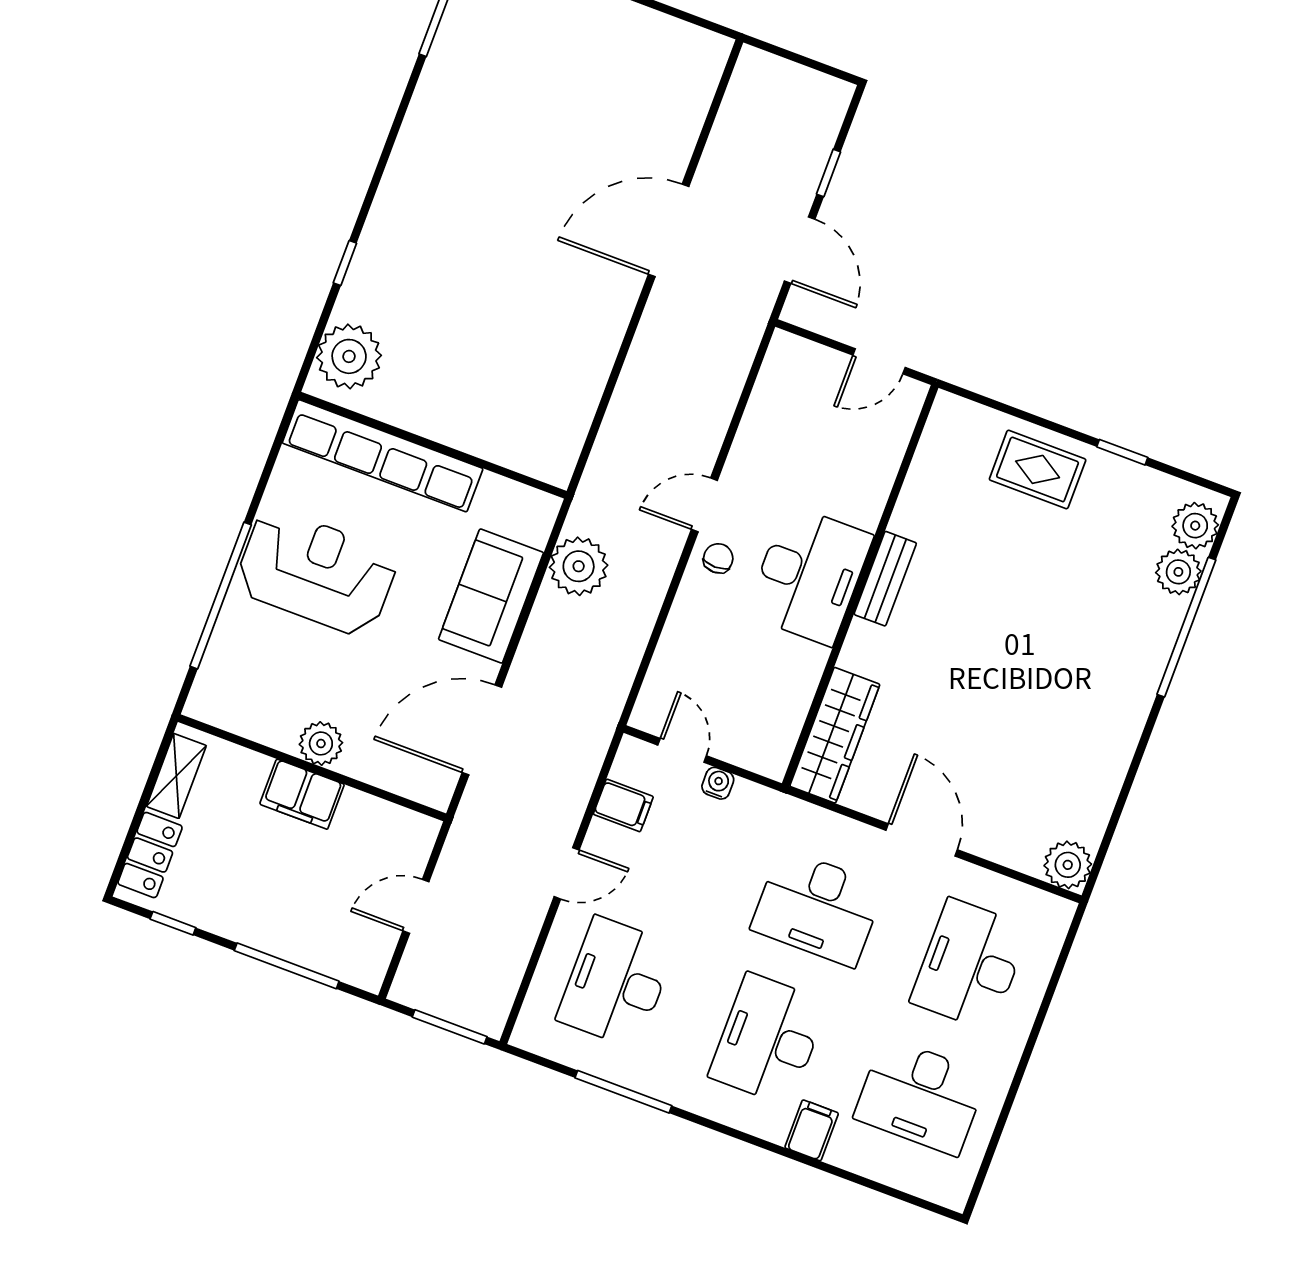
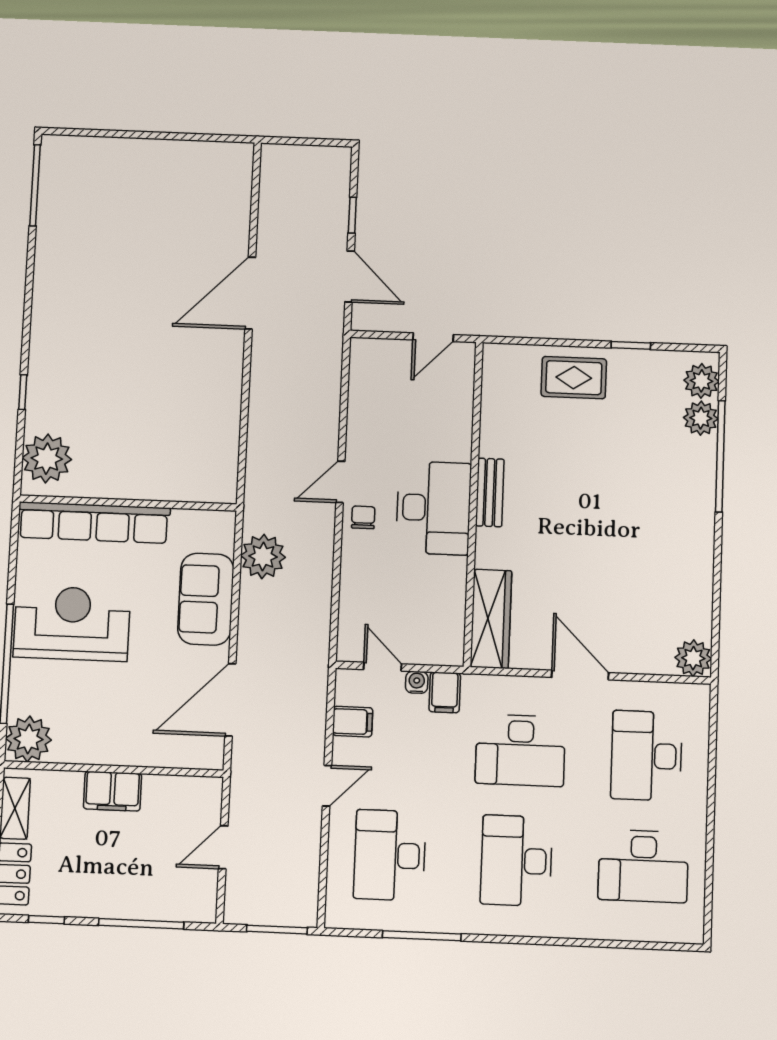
plant: (321, 743) -> (28, 739), moved, width x1.36, depth x1.36
filing cabinet: (812, 1130) -> (445, 692), moved, turned 180

